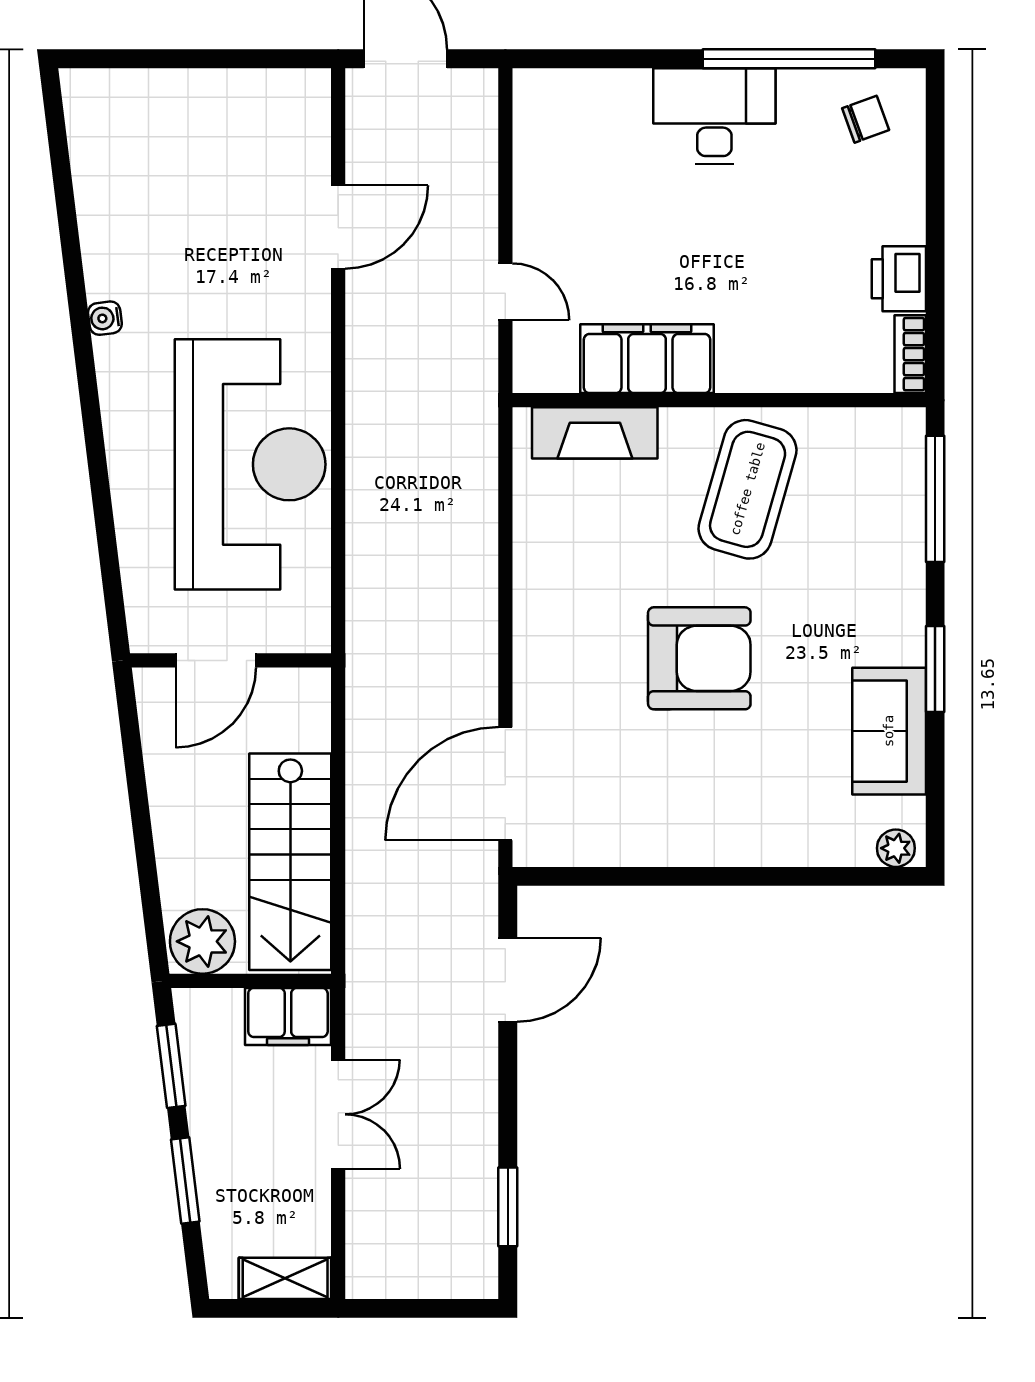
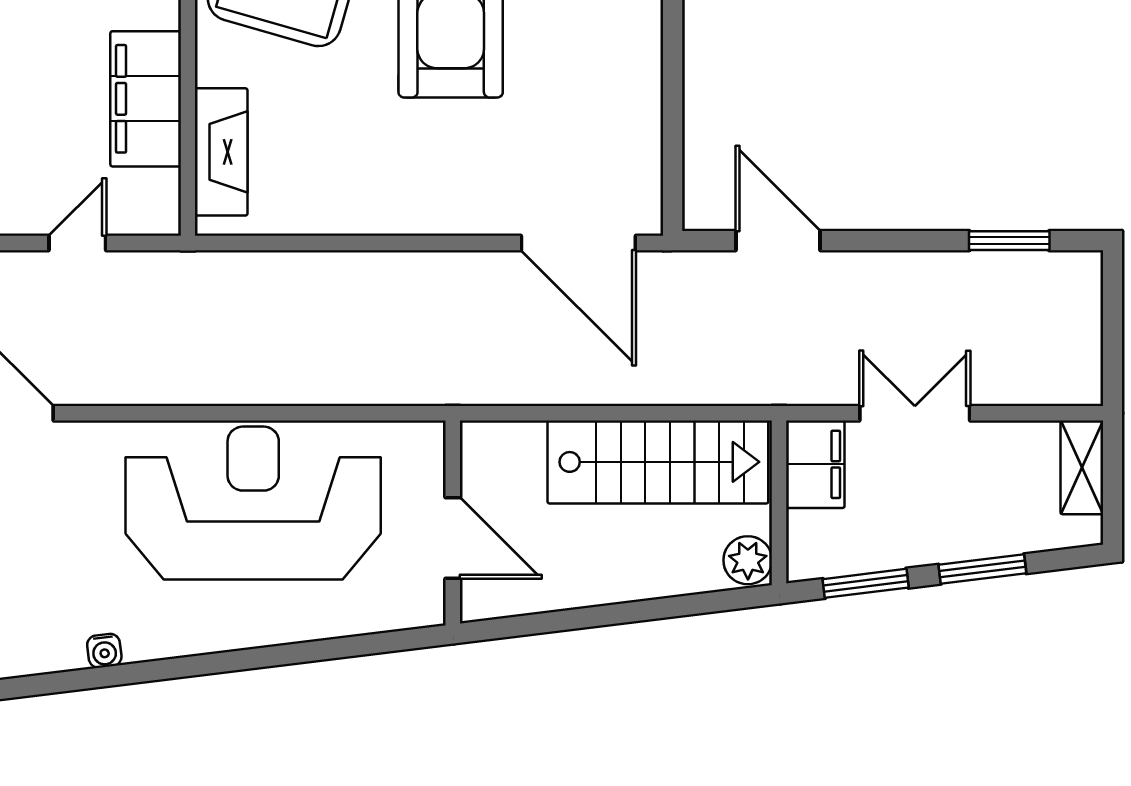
plant: (202, 941) -> (748, 560), width x0.73, depth x0.73

